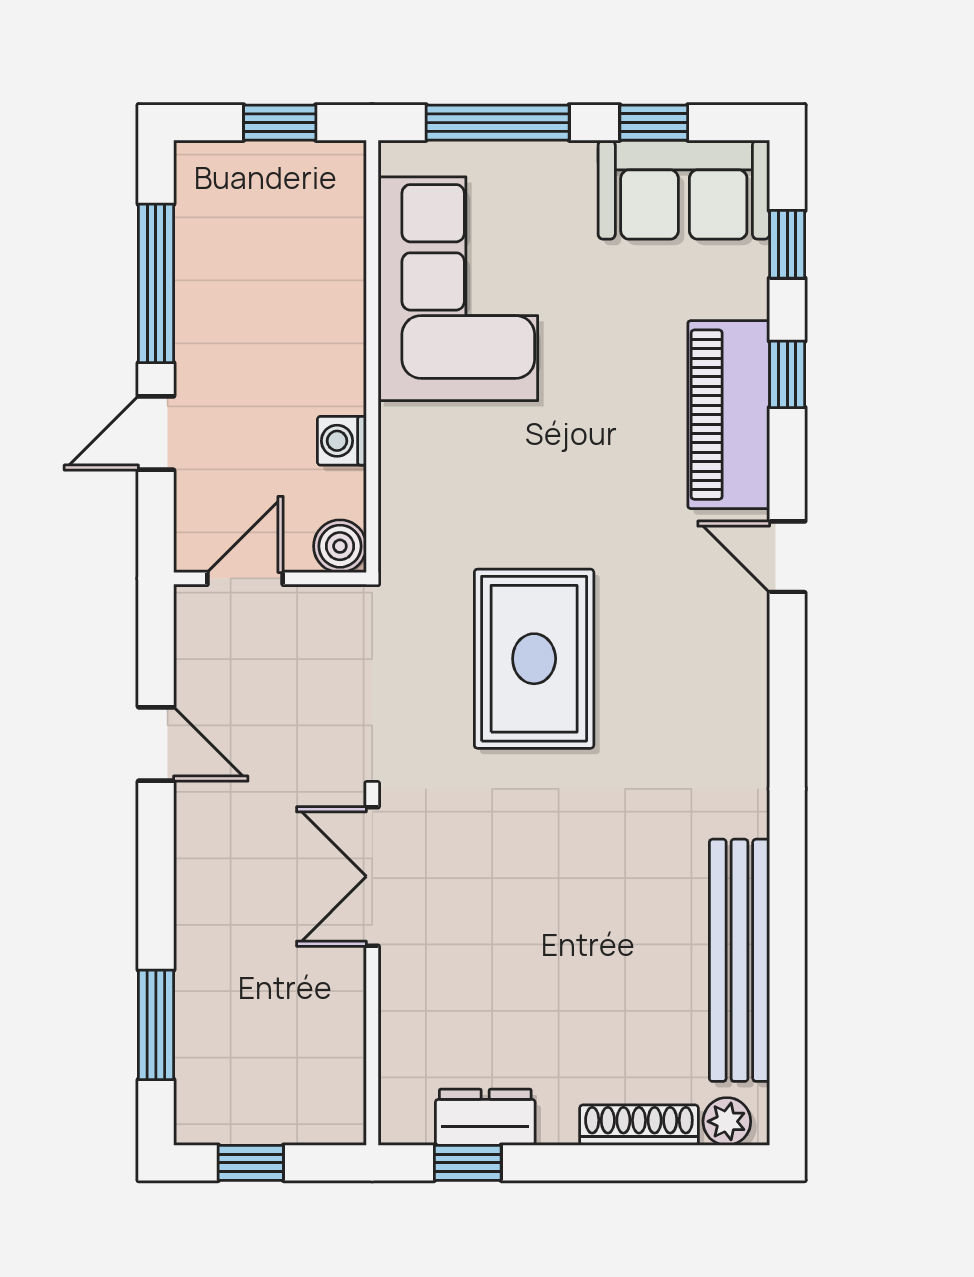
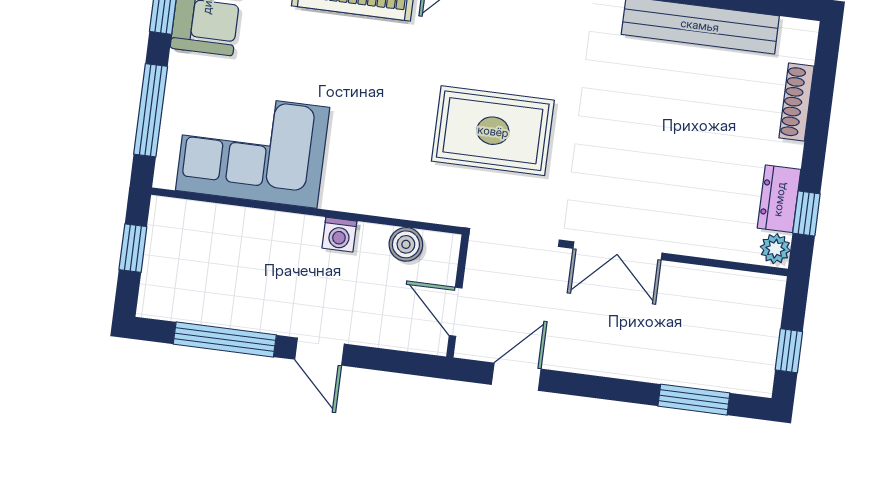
door: (245, 578) -> (456, 312), moved
wall: (270, 578) -> (458, 296), moved
plant: (727, 1121) -> (775, 249), moved

